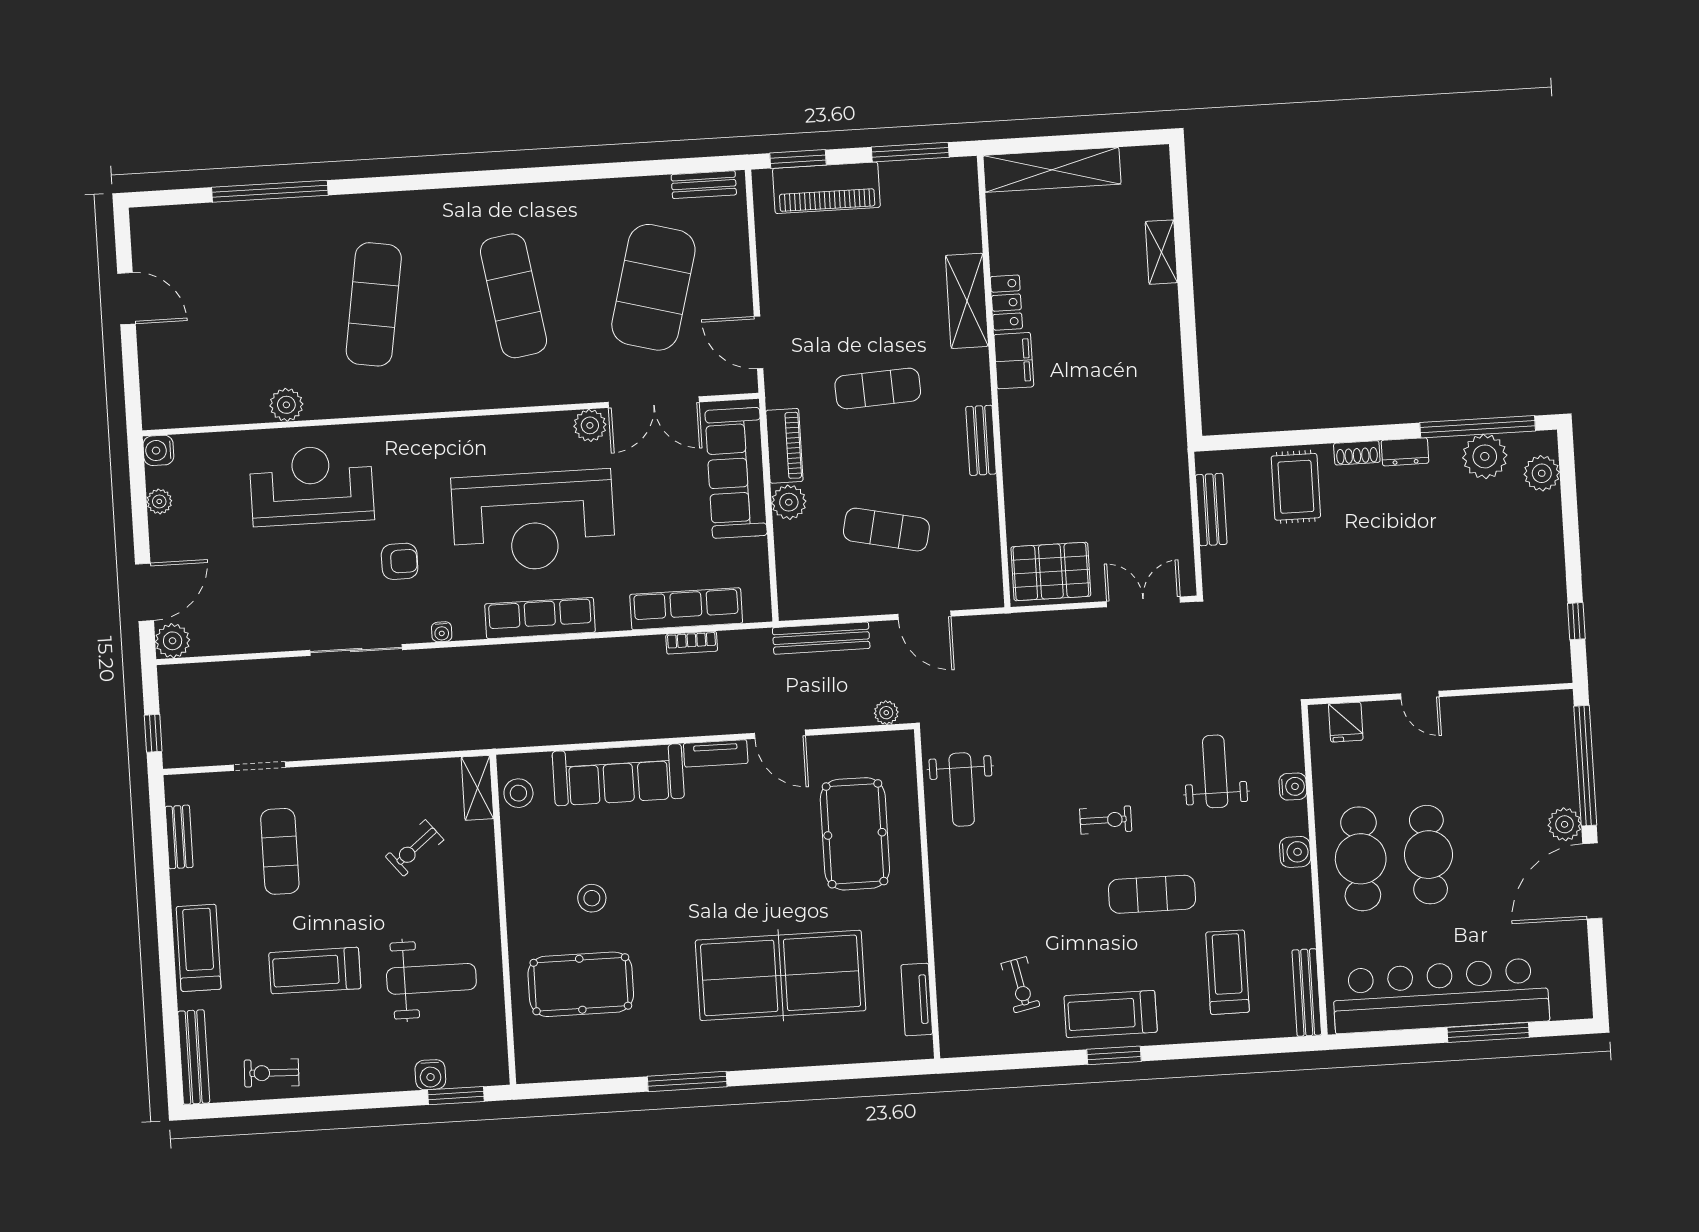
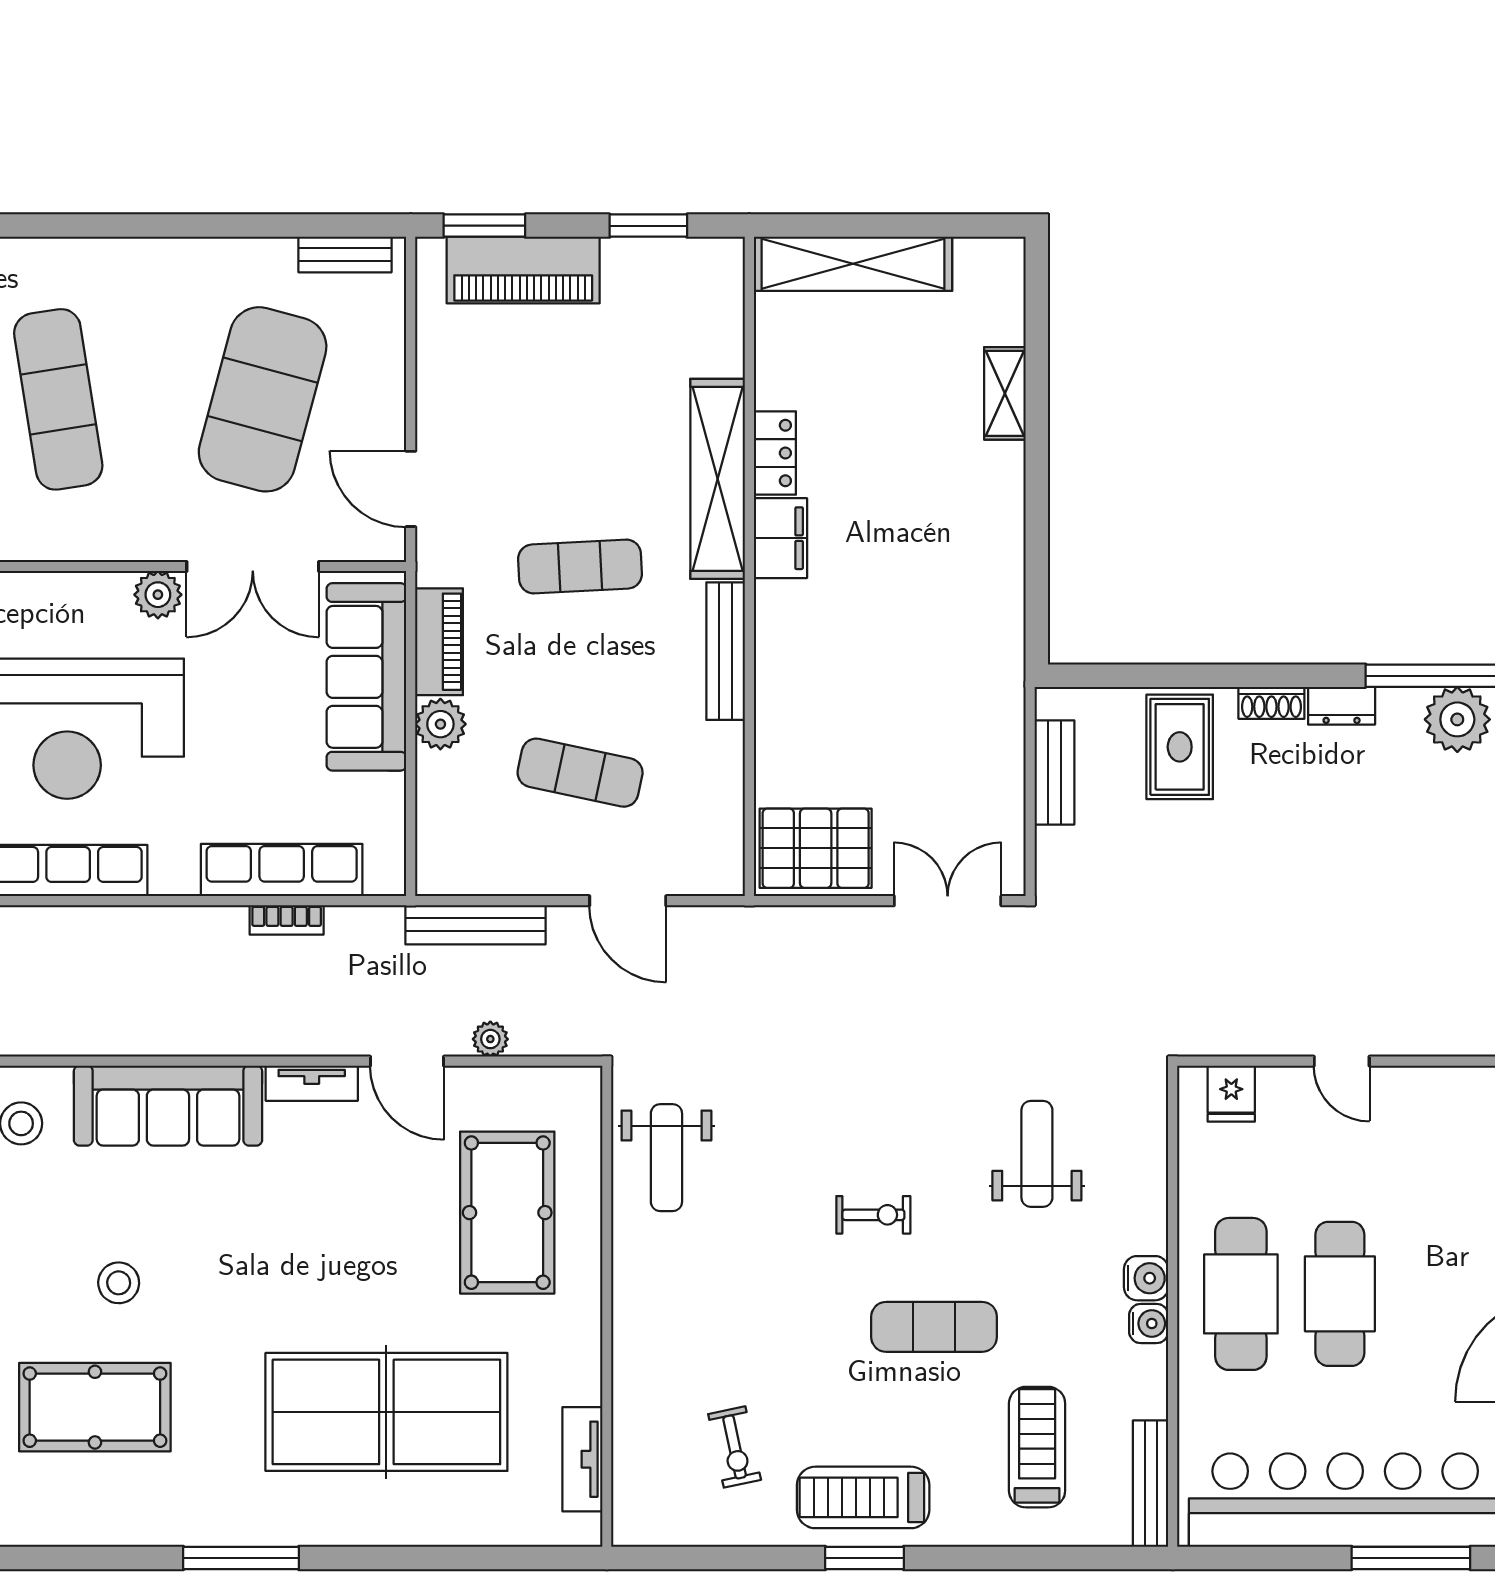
window: (910, 152) -> (648, 226), width x0.69
shelving: (967, 301) -> (718, 479), width x1.47
bench: (981, 440) -> (726, 651), width x1.36
plant: (886, 713) -> (490, 1039), moved
water cooler: (1293, 787) -> (1149, 1323), moved

